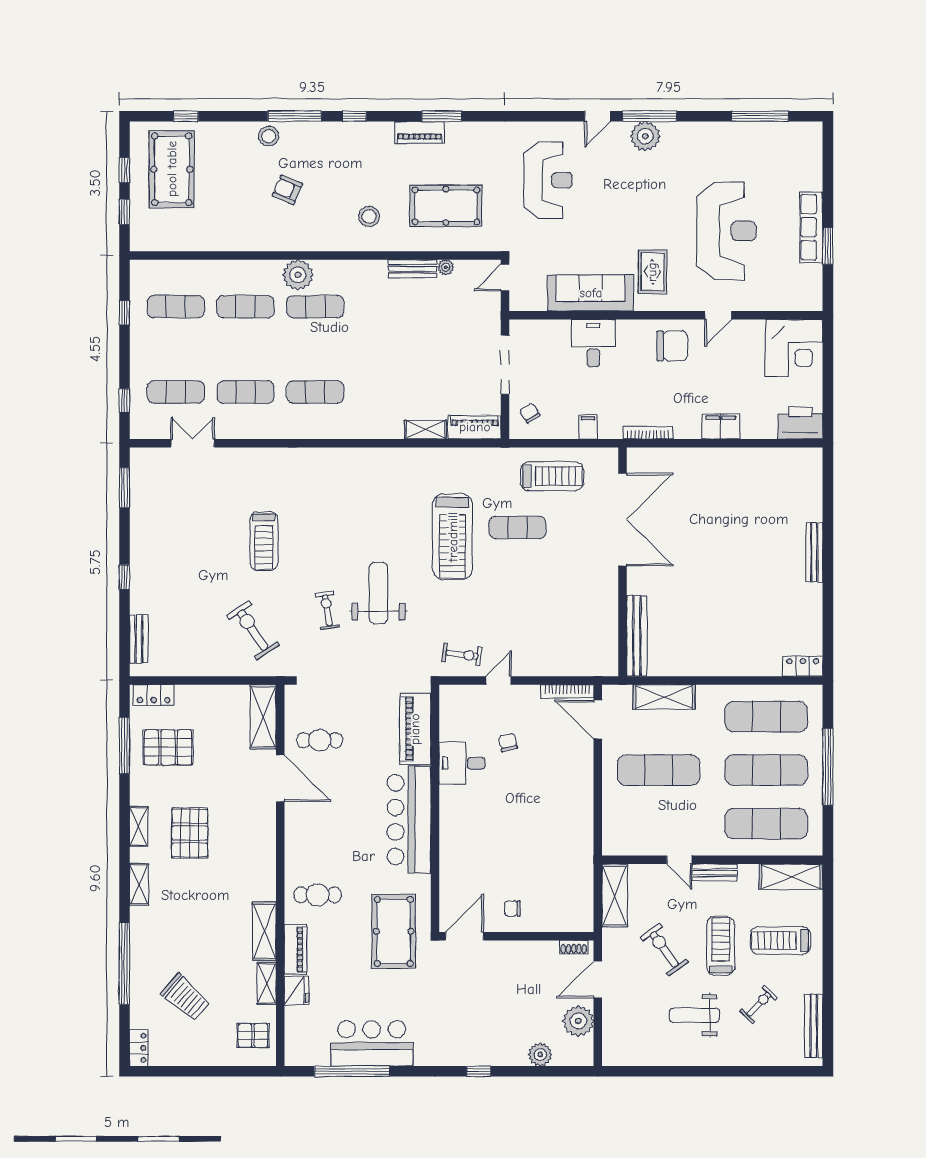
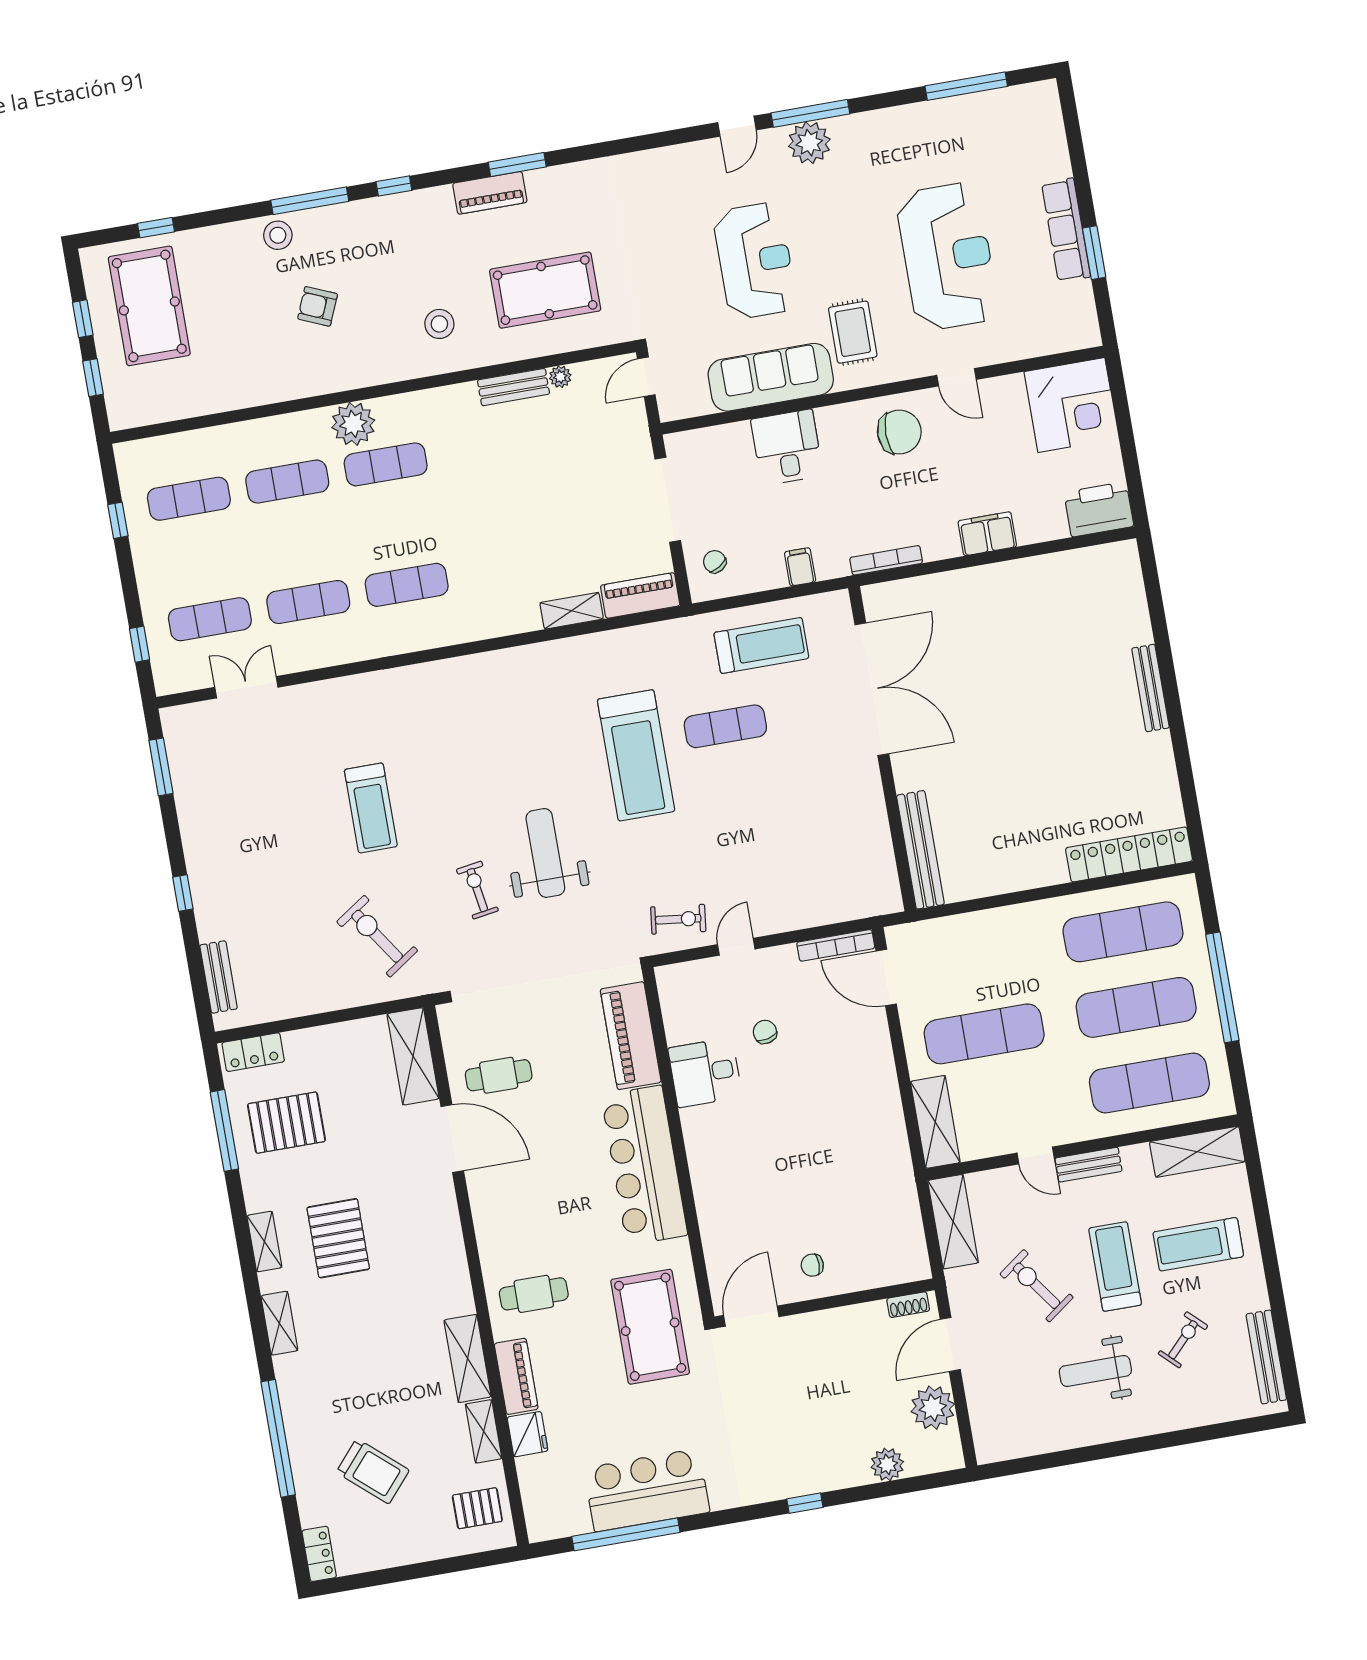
reception desk: (548, 180) -> (755, 261), moved
door: (718, 315) -> (956, 377), hinge flipped
locker: (803, 666) -> (1129, 854), width x2.16, depth x1.21
shelving: (664, 697) -> (935, 1122), moved, turned 90

